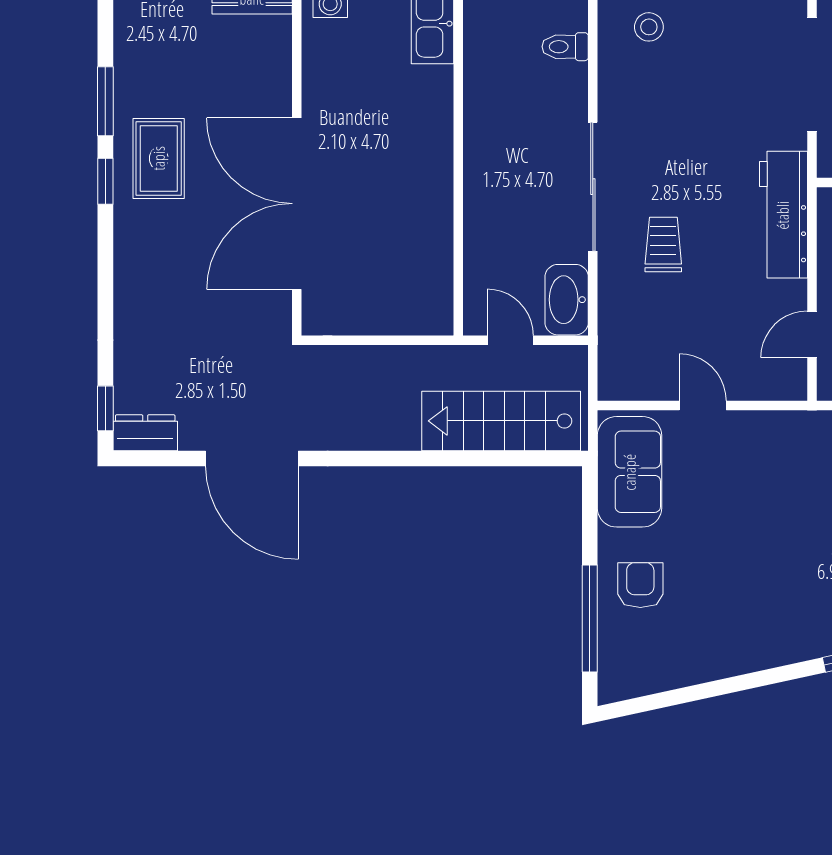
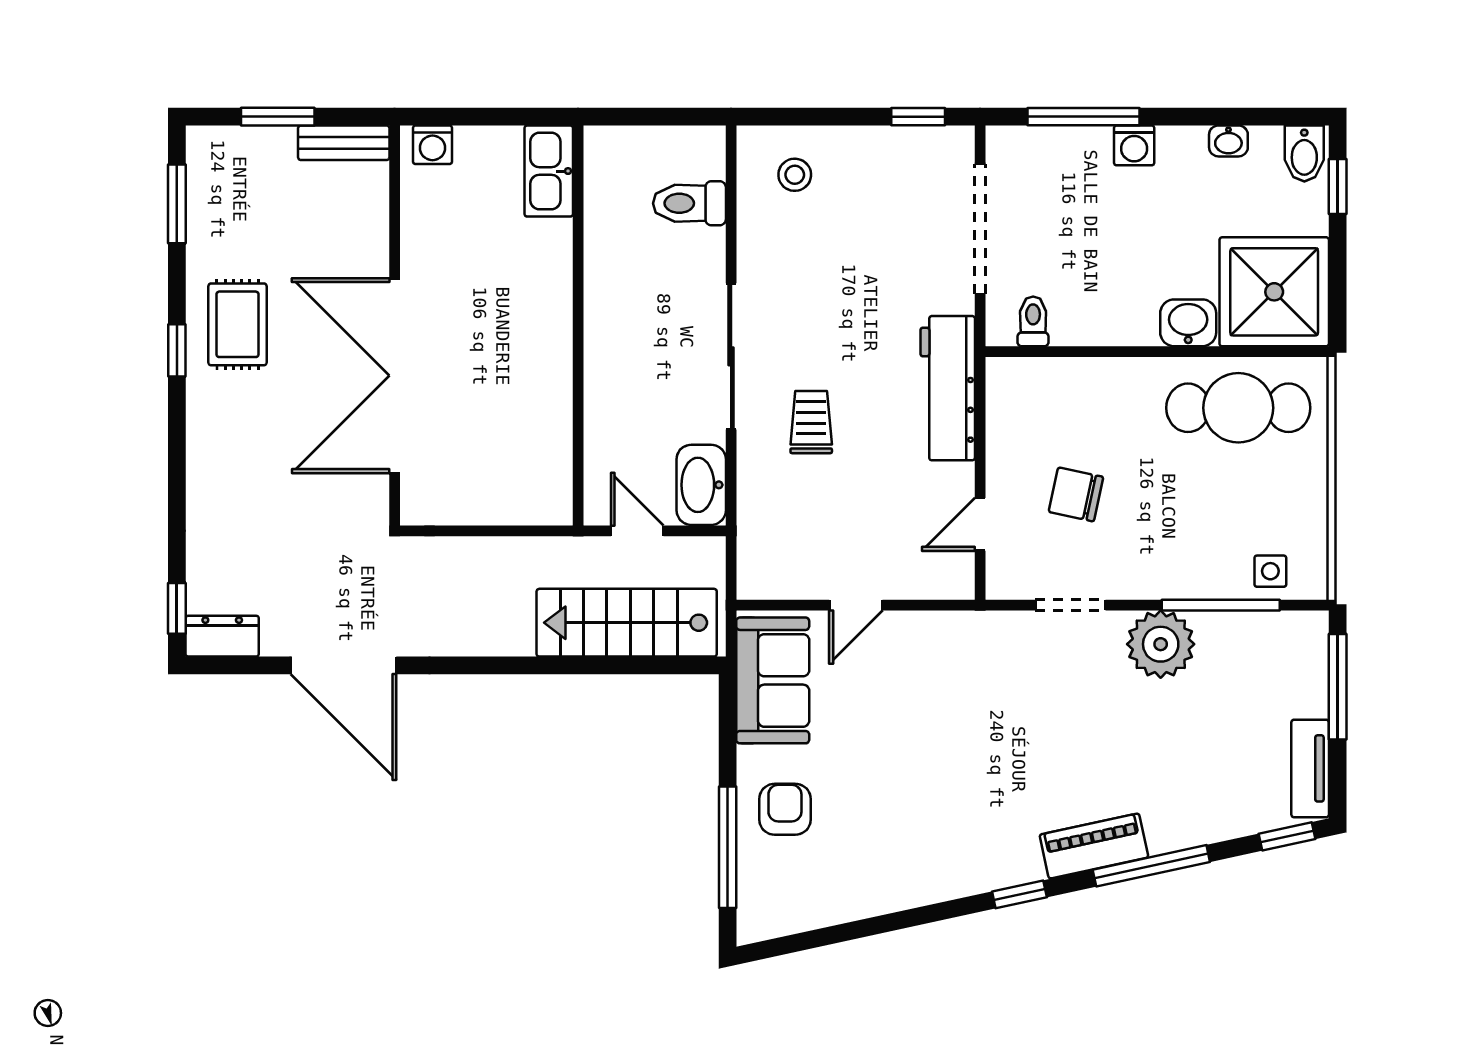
toilet: (565, 47) -> (689, 203), width x1.37, depth x1.39
window: (105, 101) -> (177, 204), moved
door: (703, 406) -> (856, 605), swing flipped

